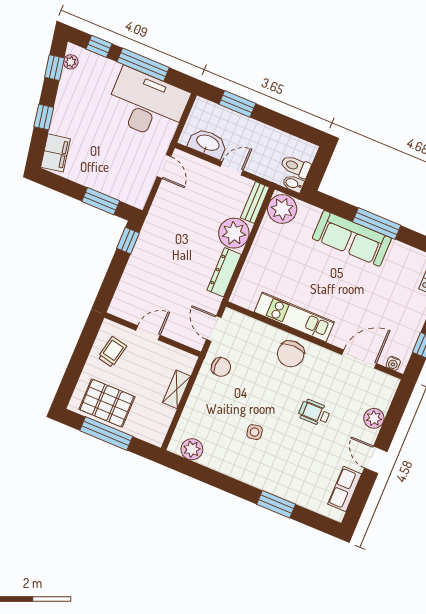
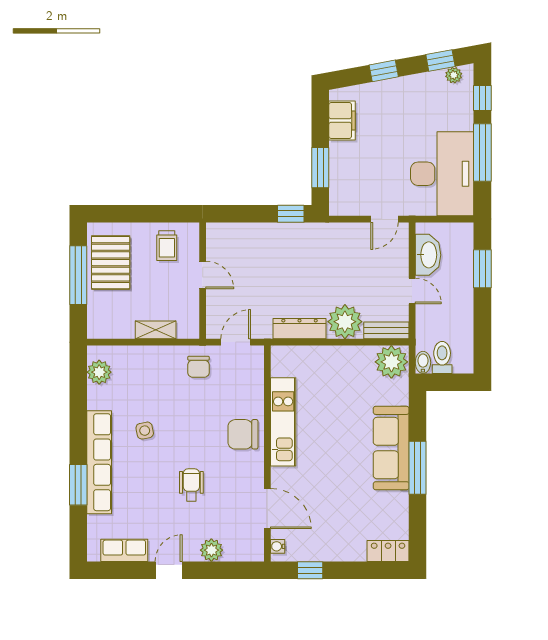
filing cabinet: (56, 153) -> (342, 120), moved, turned -80
trolley: (112, 352) -> (167, 246), turned 78
row of seats: (265, 480) -> (99, 462), added

